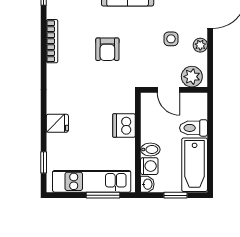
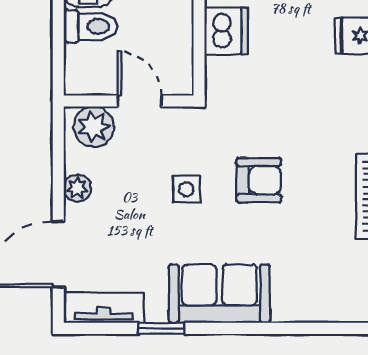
side table: (171, 39) -> (186, 189), moved
armchair: (107, 49) -> (259, 180), turned 90

